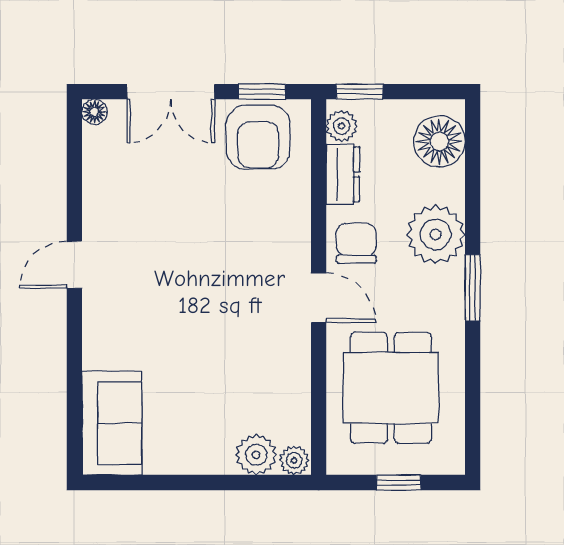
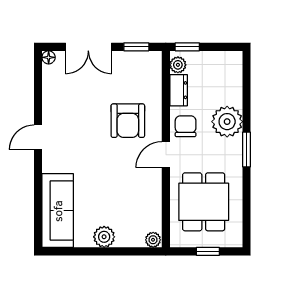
armchair: (258, 137) -> (128, 121), moved
floor lamp: (439, 141) -> (229, 73), removed
door: (319, 298) -> (166, 155), swing flipped
sofa: (112, 423) -> (58, 211), width x1.36
plant: (256, 455) -> (104, 237), moved

